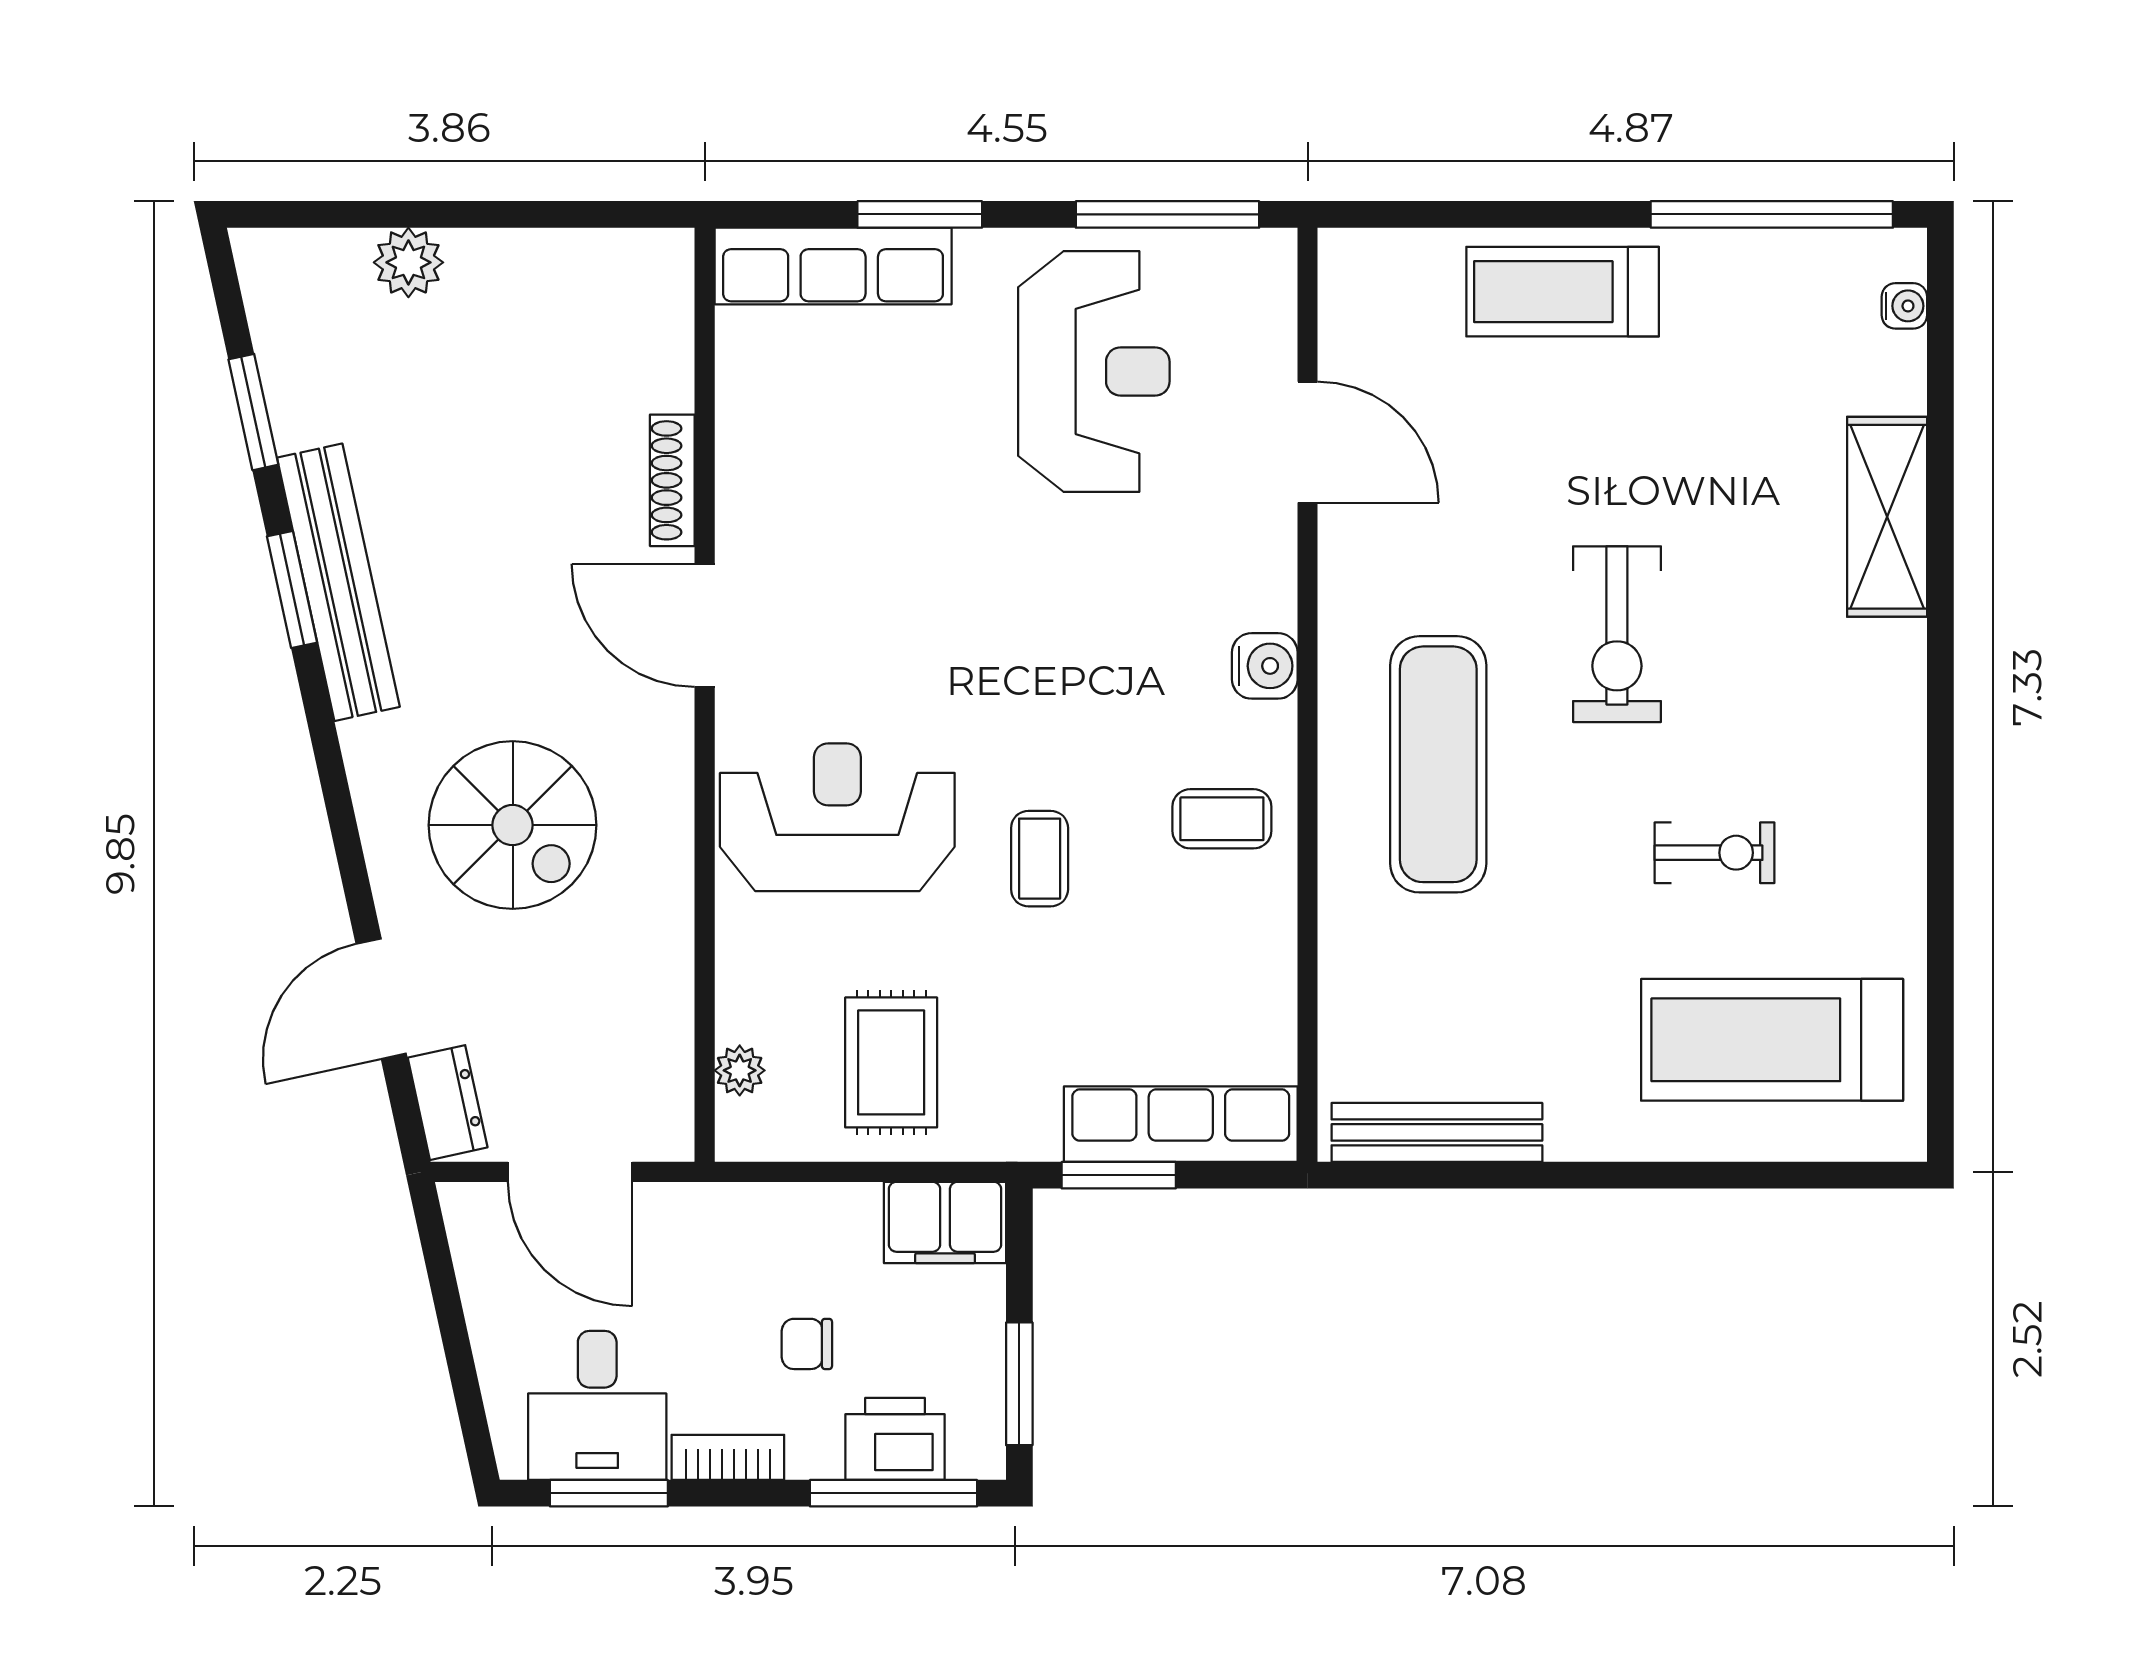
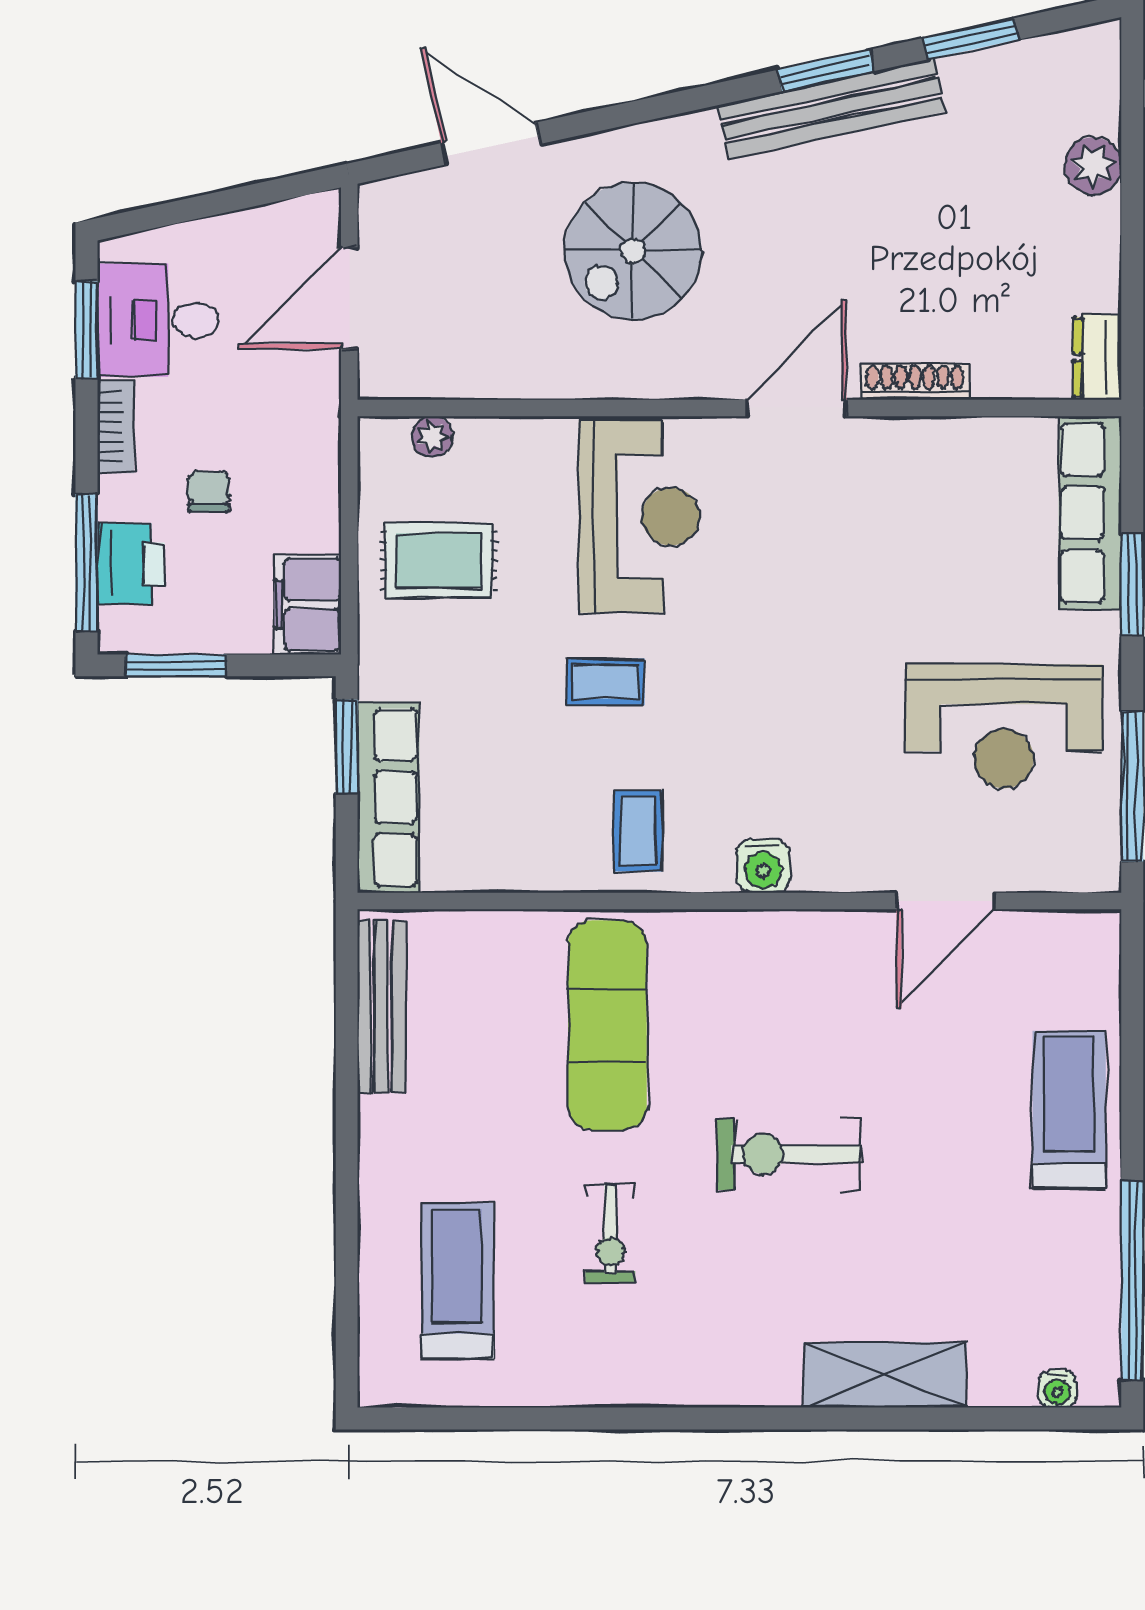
exercise mat: (1438, 764) -> (607, 1025), moved, turned 90
treadmill: (1772, 1040) -> (457, 1281), width x0.73, depth x0.73
dresser: (448, 1103) -> (1097, 357), moved, turned 102

